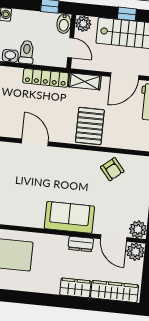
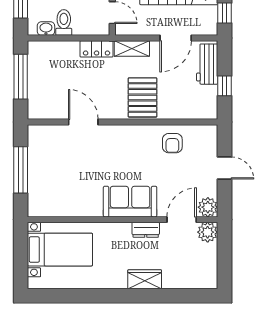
locker: (46, 78) -> (97, 49), width x0.66
armchair: (112, 169) -> (172, 143), turned 40
door: (114, 238) -> (182, 220), swing flipped
wardrobe: (115, 291) -> (189, 279), removed

